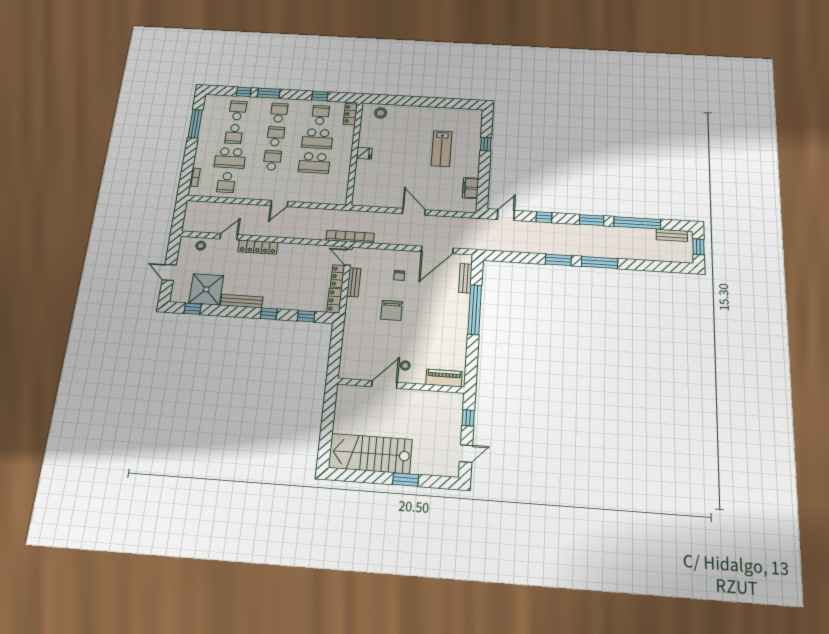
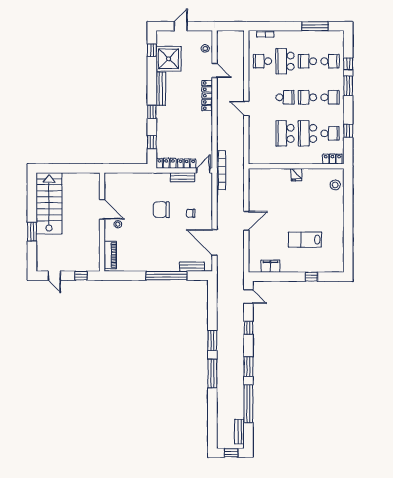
school desk: (276, 136) -> (307, 97), turned 180

